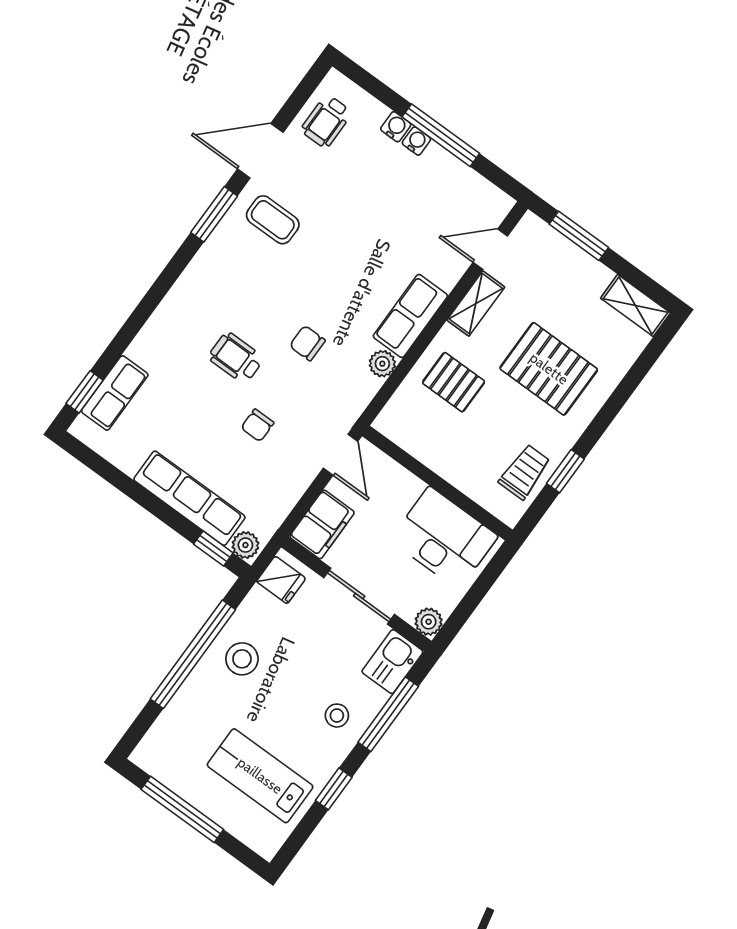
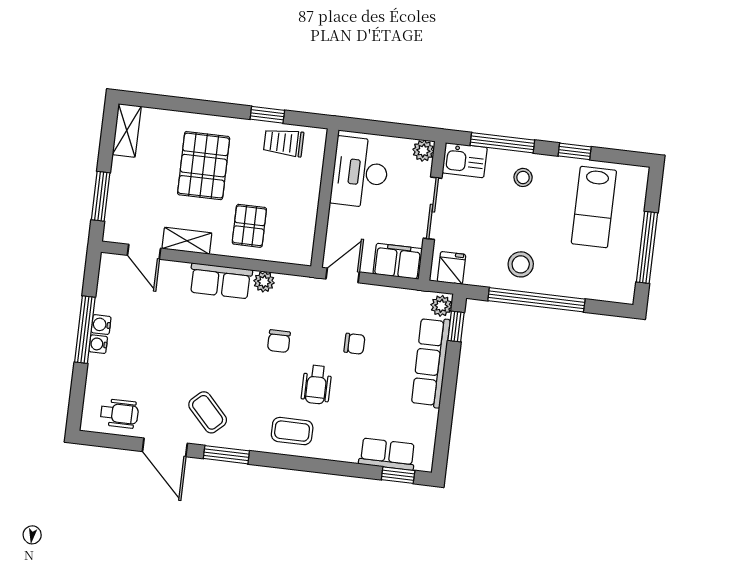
water cooler: (396, 127) -> (101, 325), moved
coffee table: (273, 220) -> (208, 412), turned -43
coffee table: (199, 302) -> (292, 431), added

